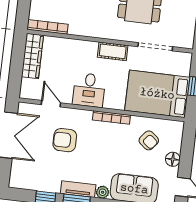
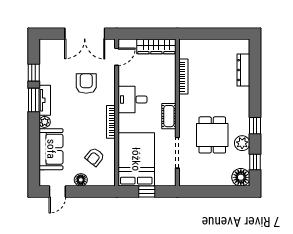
bookcase: (47, 27) -> (183, 77), moved
door: (51, 104) -> (117, 57), moved

